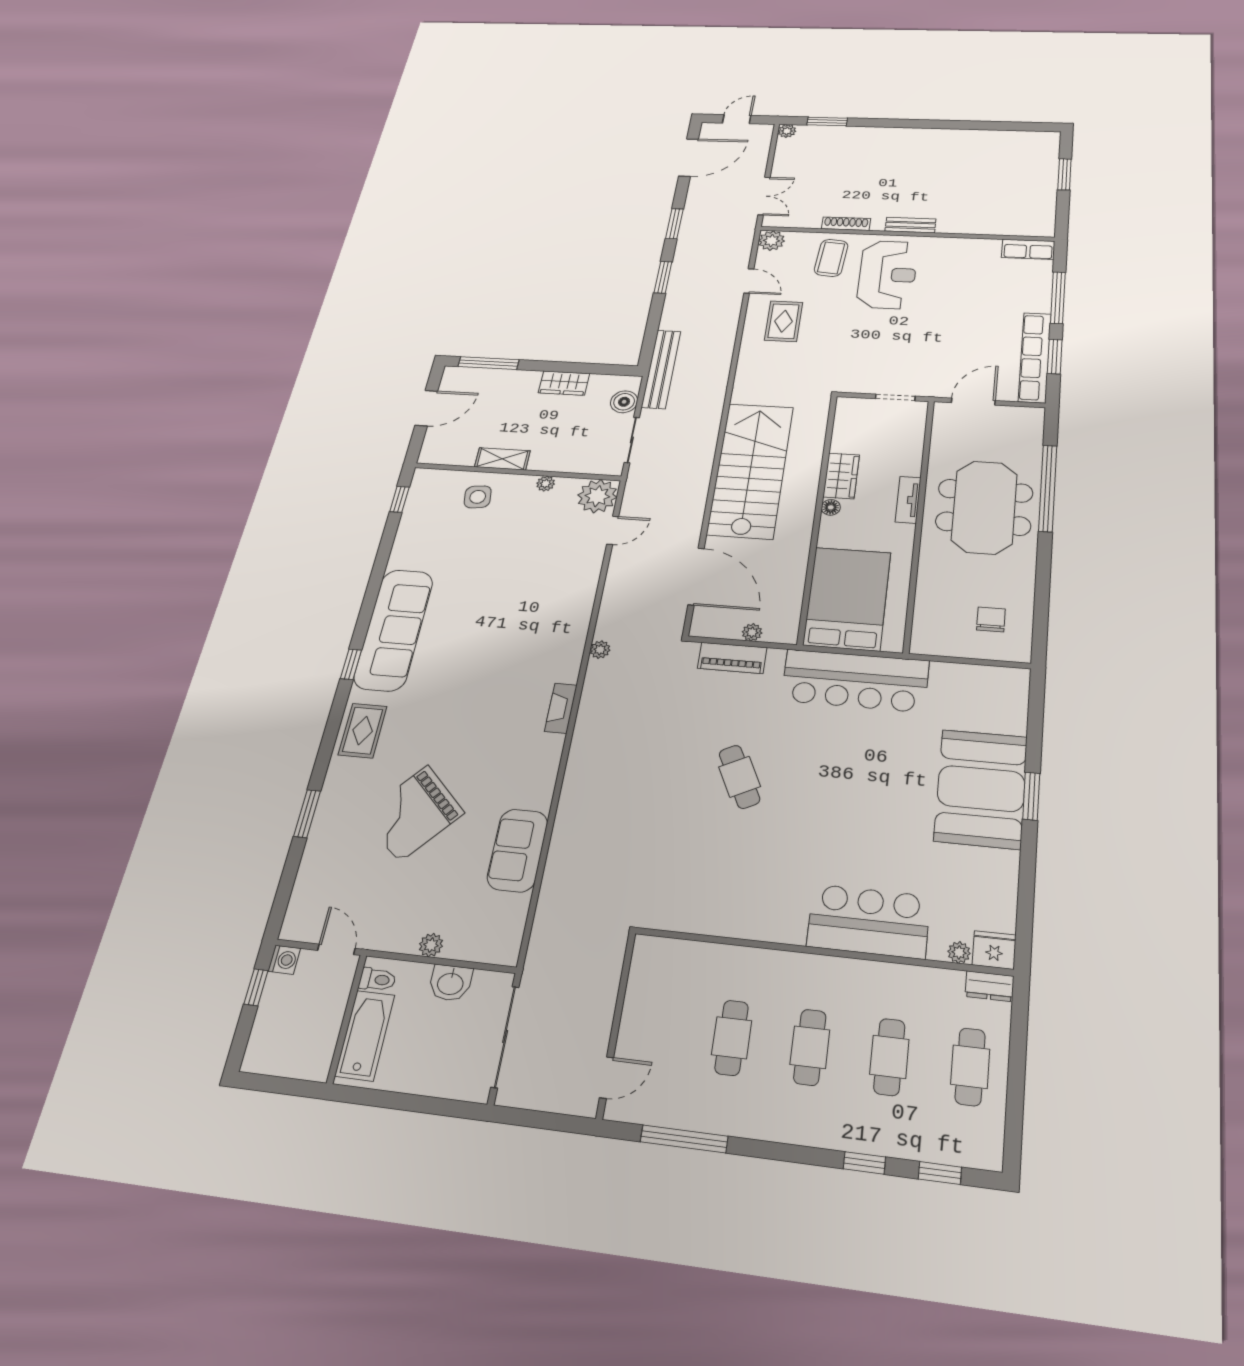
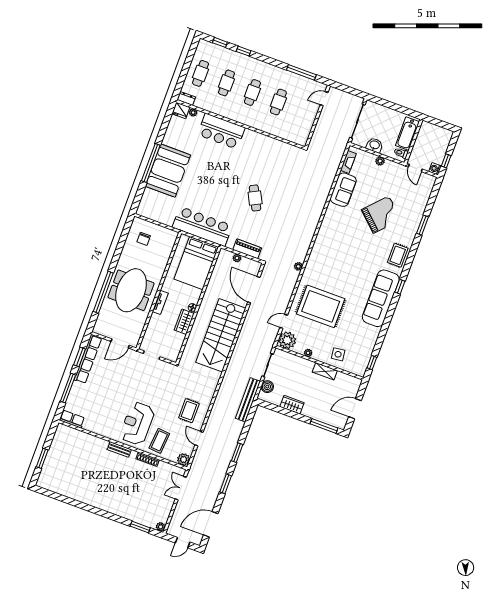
rug: (532, 580) -> (321, 306), added
fireplace: (561, 708) -> (348, 162), moved
window: (1031, 796) -> (151, 163), width x2.11

